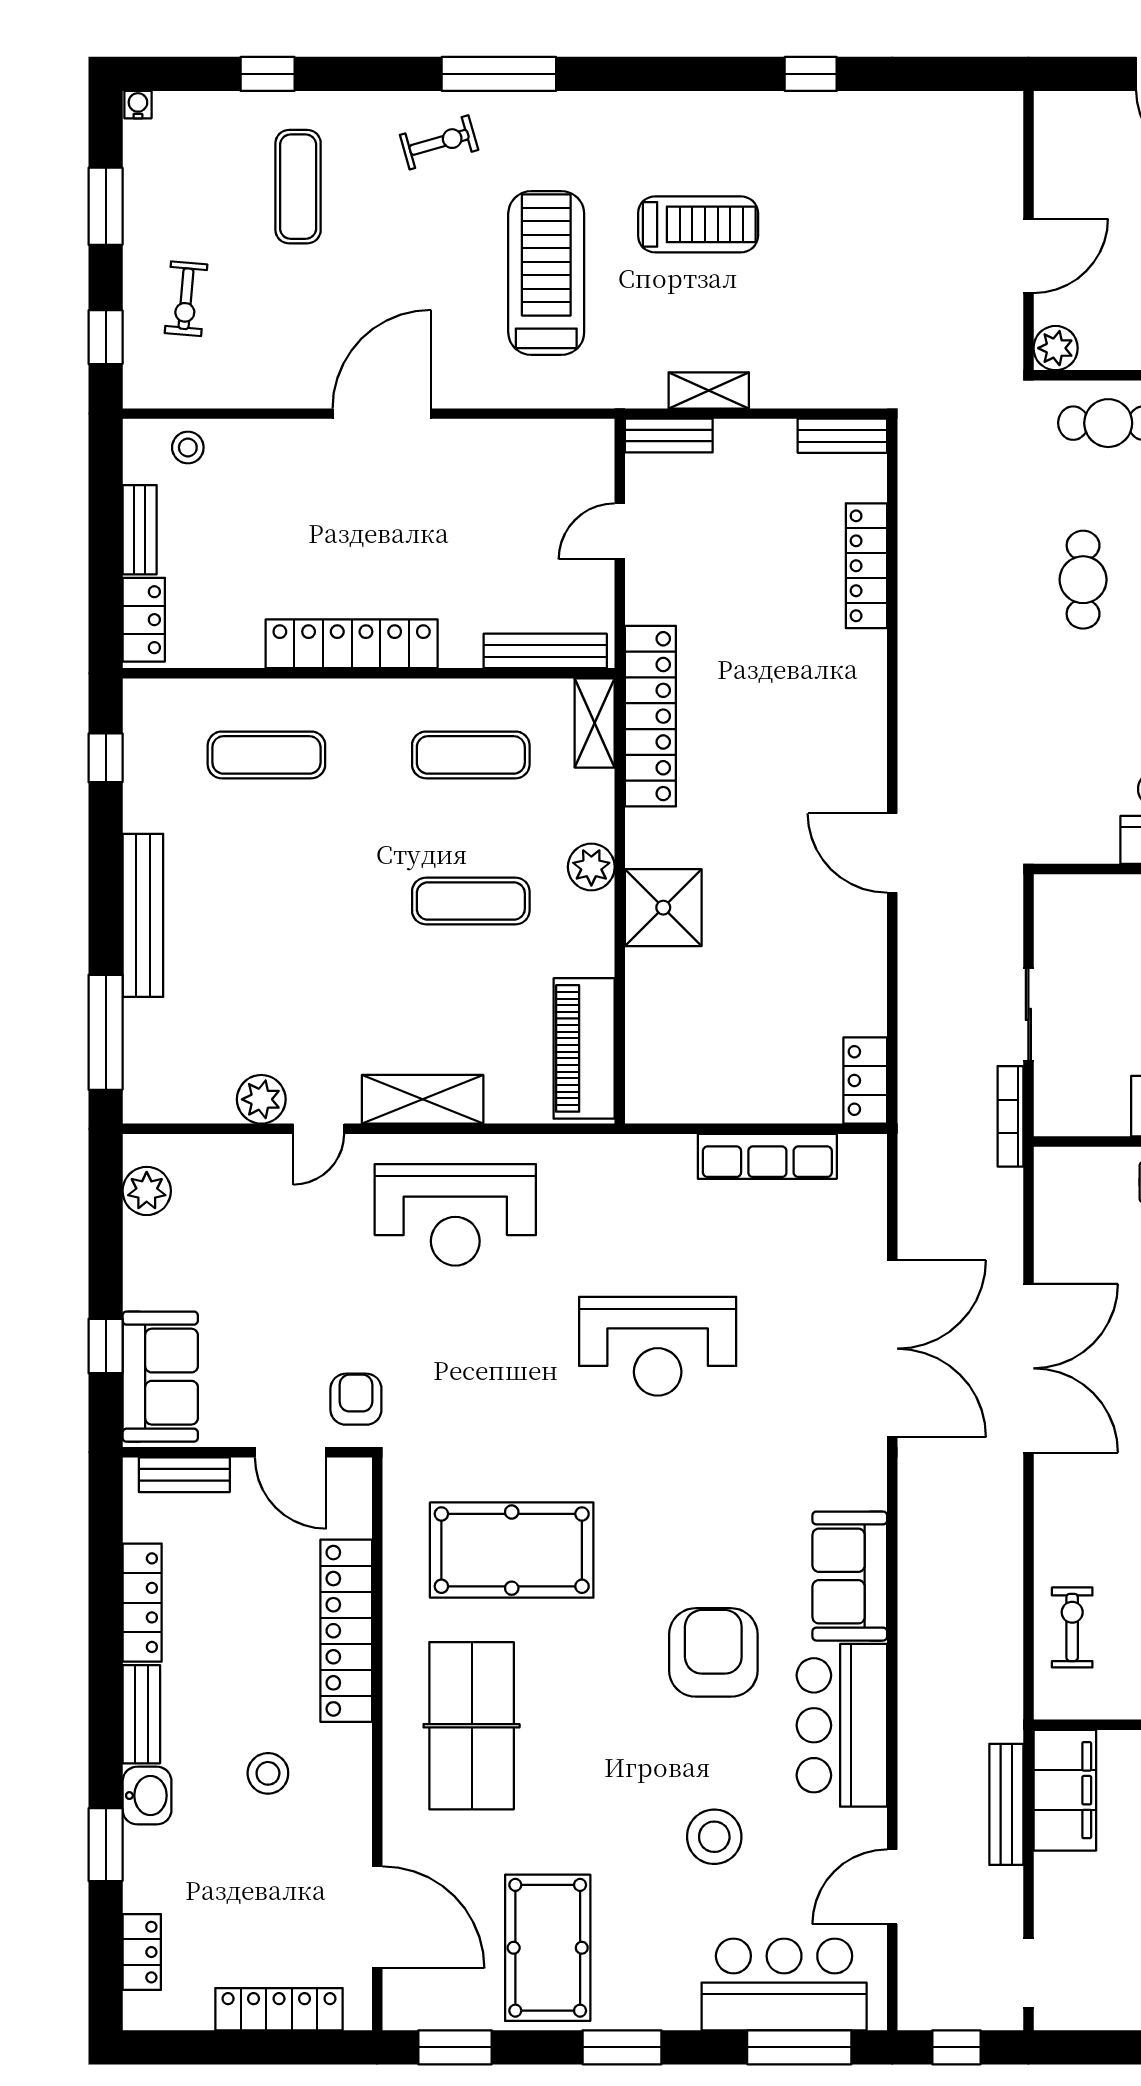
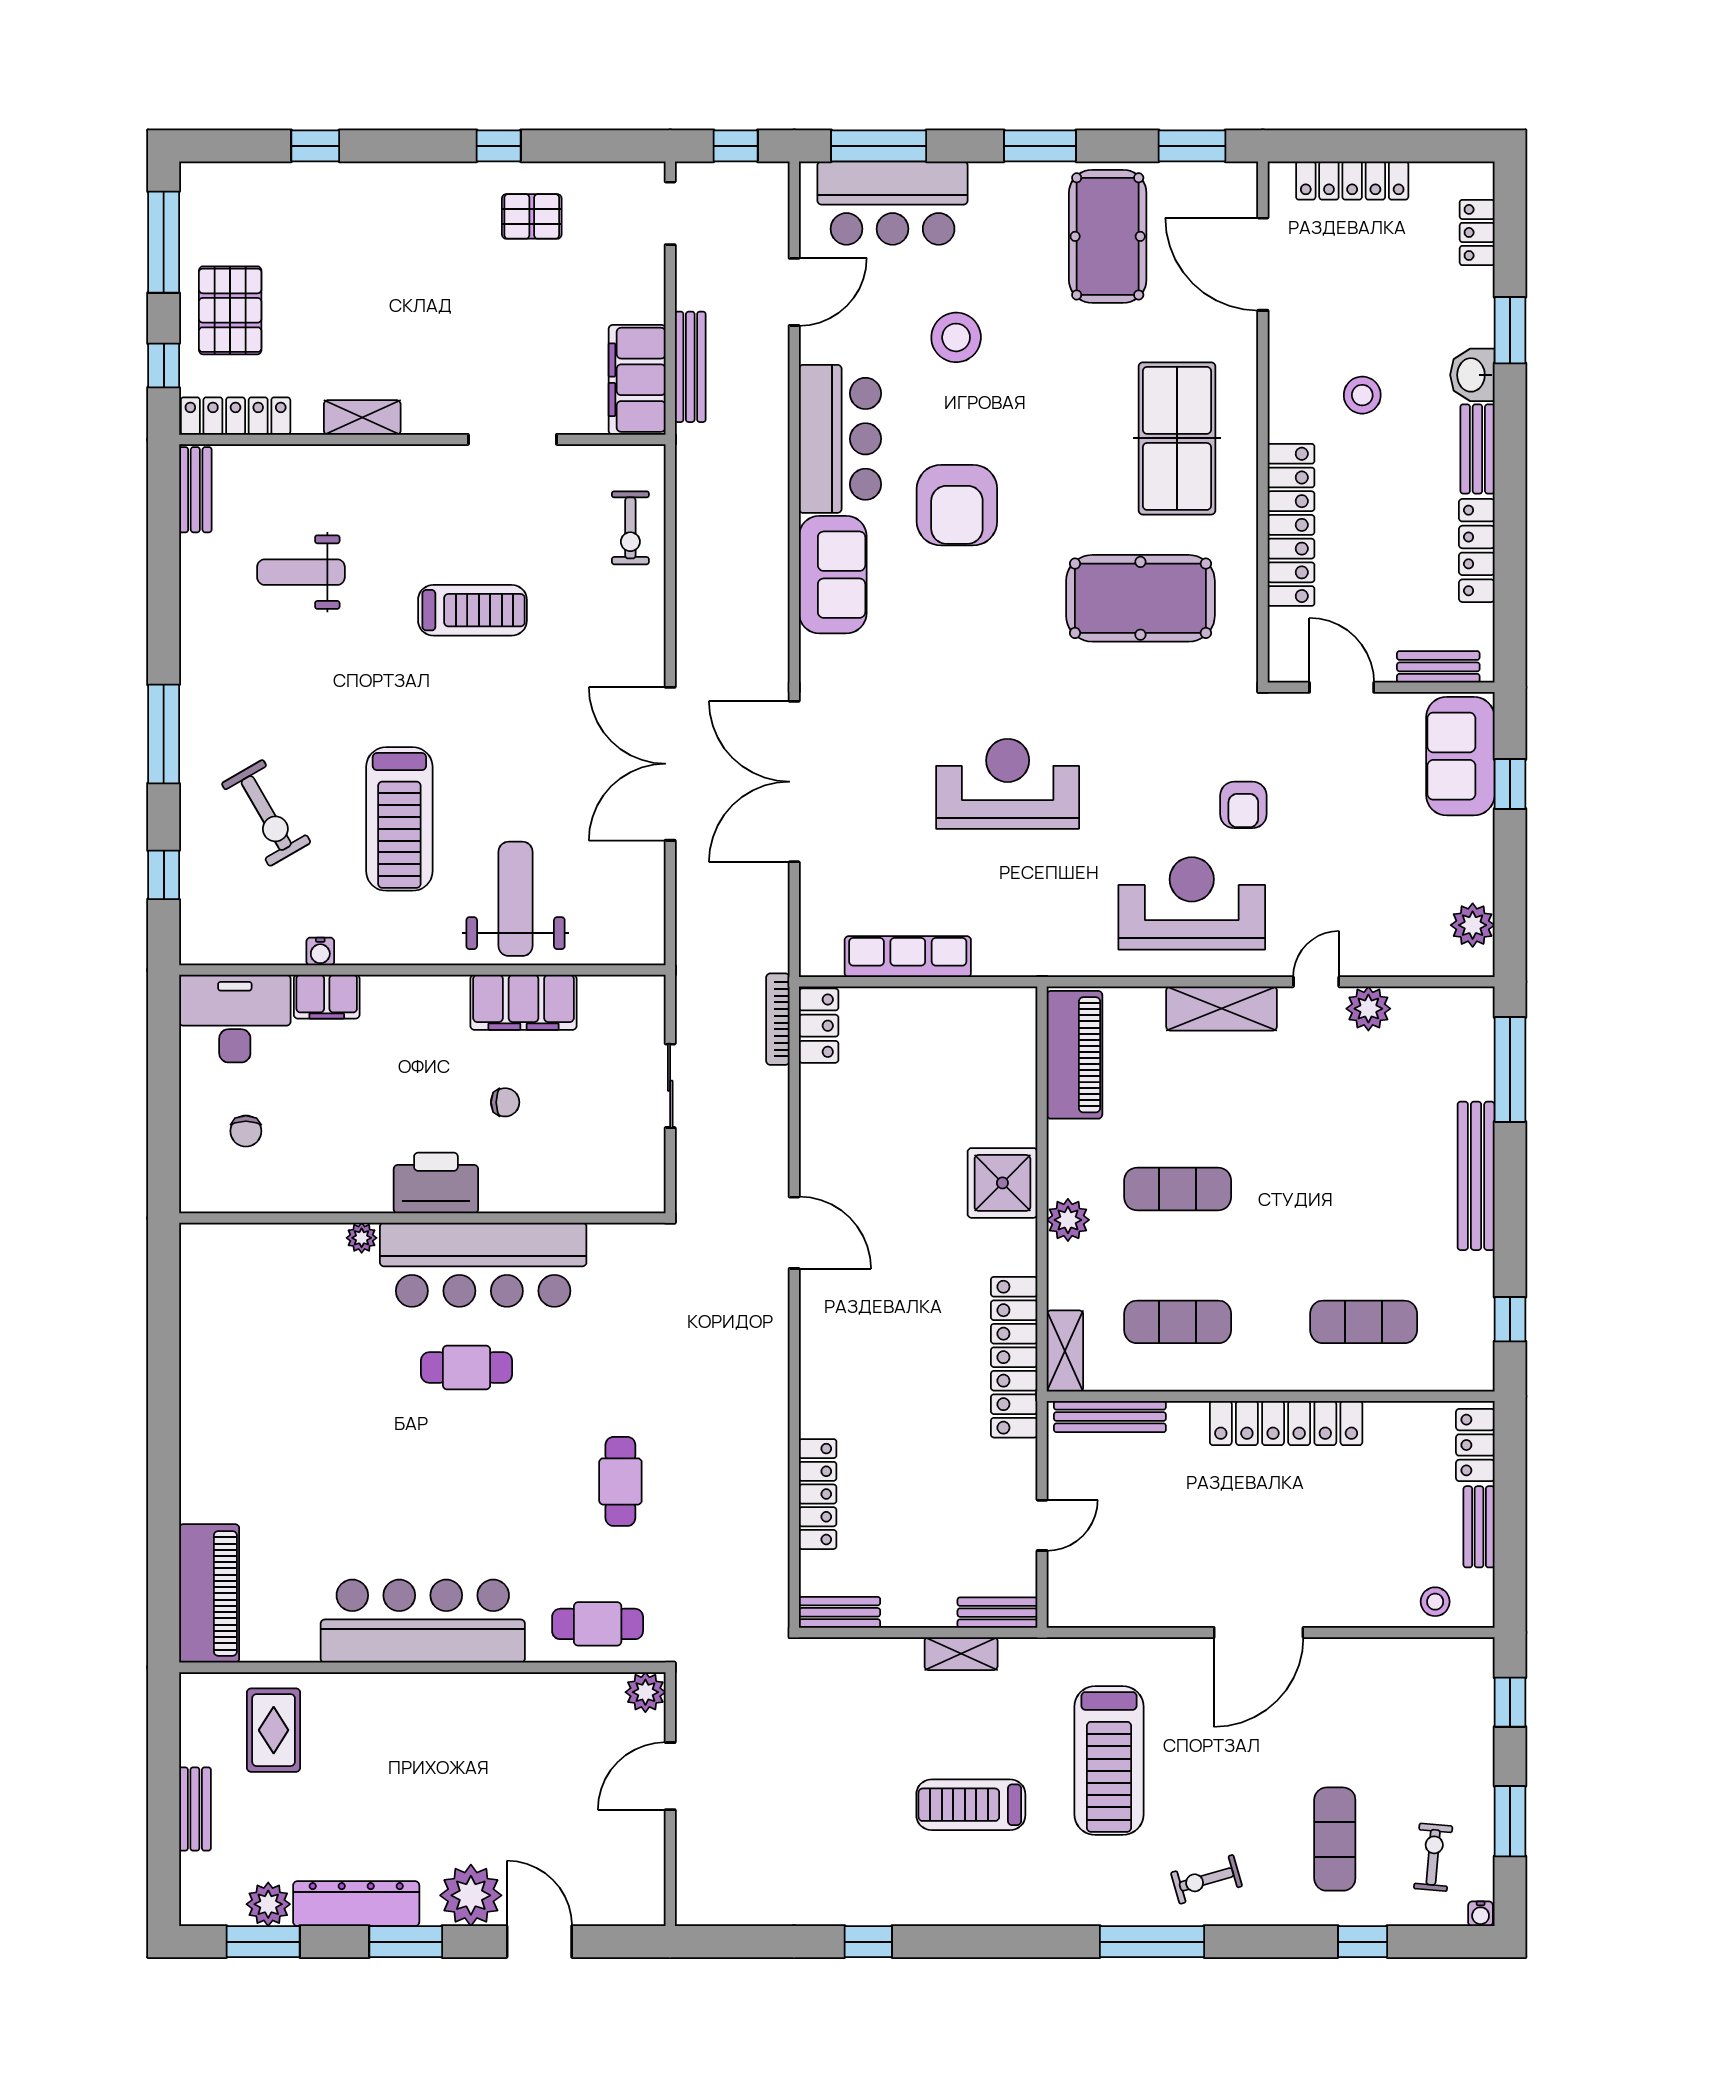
exercise bike: (186, 299) -> (1433, 1857), moved
bookcase: (1010, 1116) -> (778, 1019), moved, turned 180
armchair: (356, 1399) -> (1243, 805), moved

